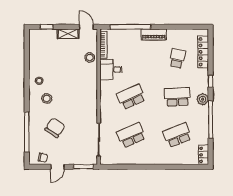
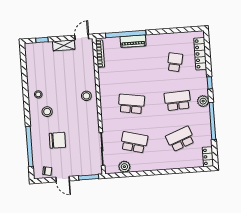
door: (86, 27) -> (82, 37), hinge flipped
piano: (154, 35) -> (133, 41), moved
stool: (90, 57) -> (86, 96), moved
desk: (111, 70) -> (109, 78), removed
school desk: (131, 97) -> (131, 104), turned 33
chair: (55, 128) -> (57, 140), turned 57
school desk: (131, 135) -> (134, 142), turned 39
plant: (120, 159) -> (124, 167), added
door: (57, 167) -> (63, 179), hinge flipped

